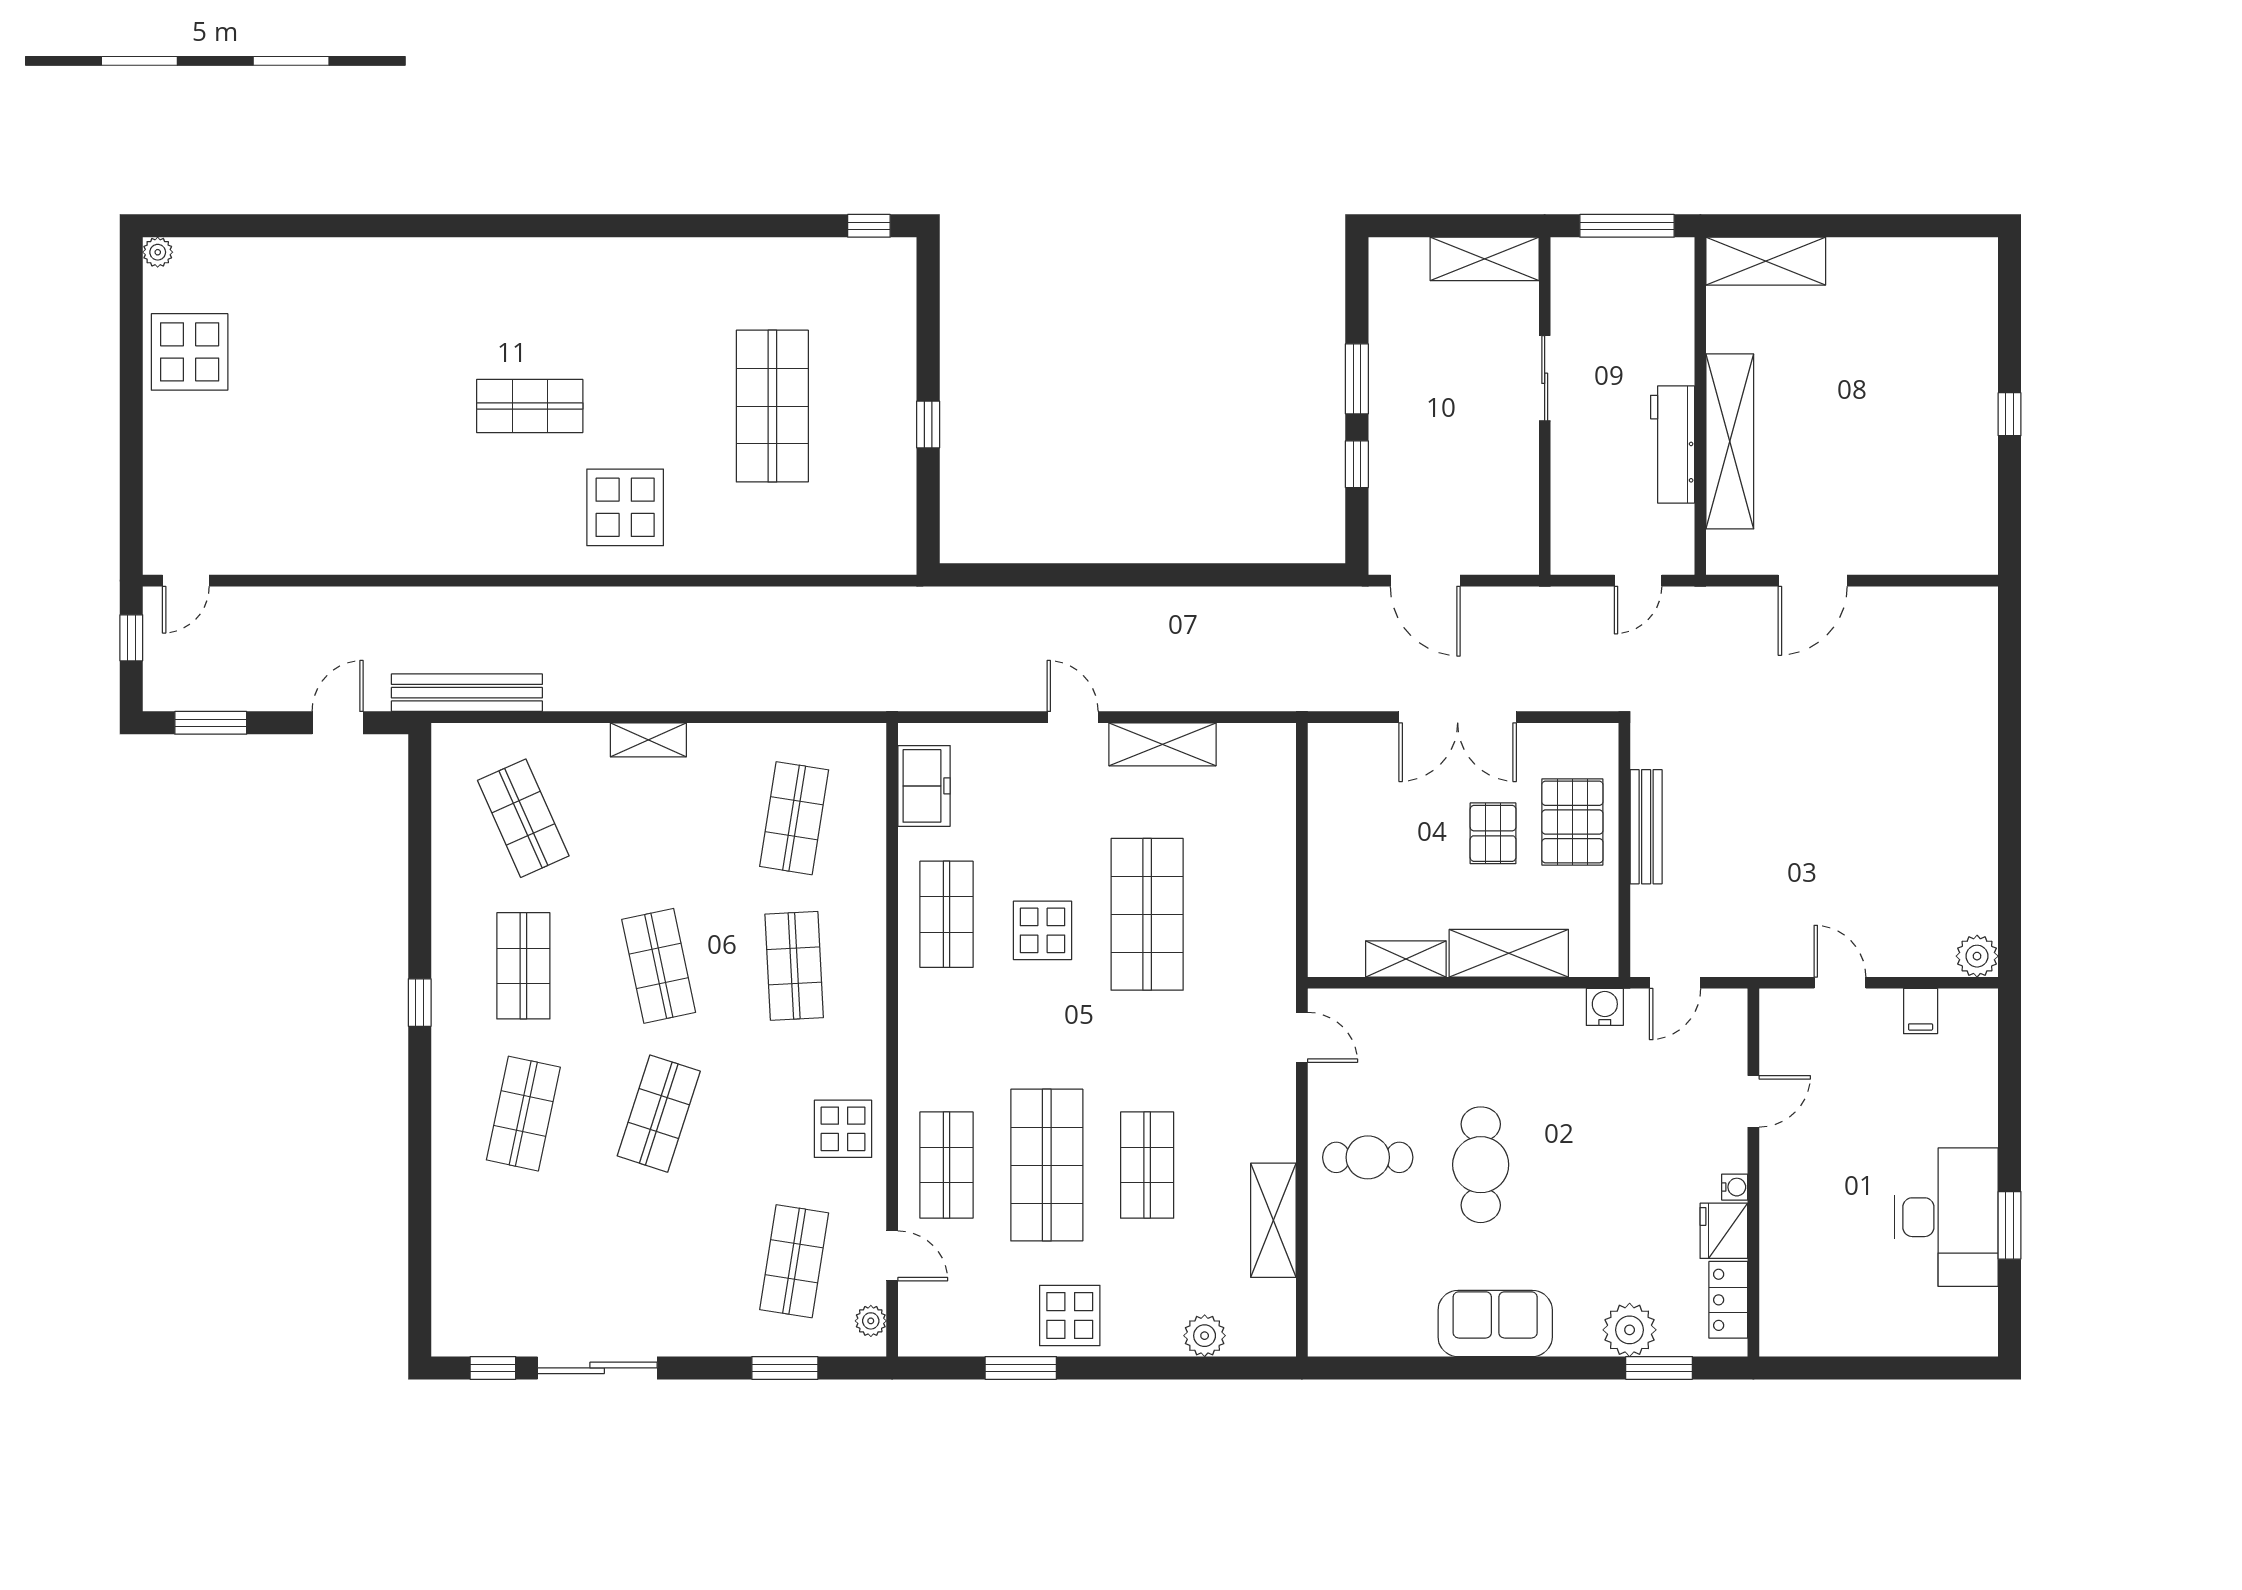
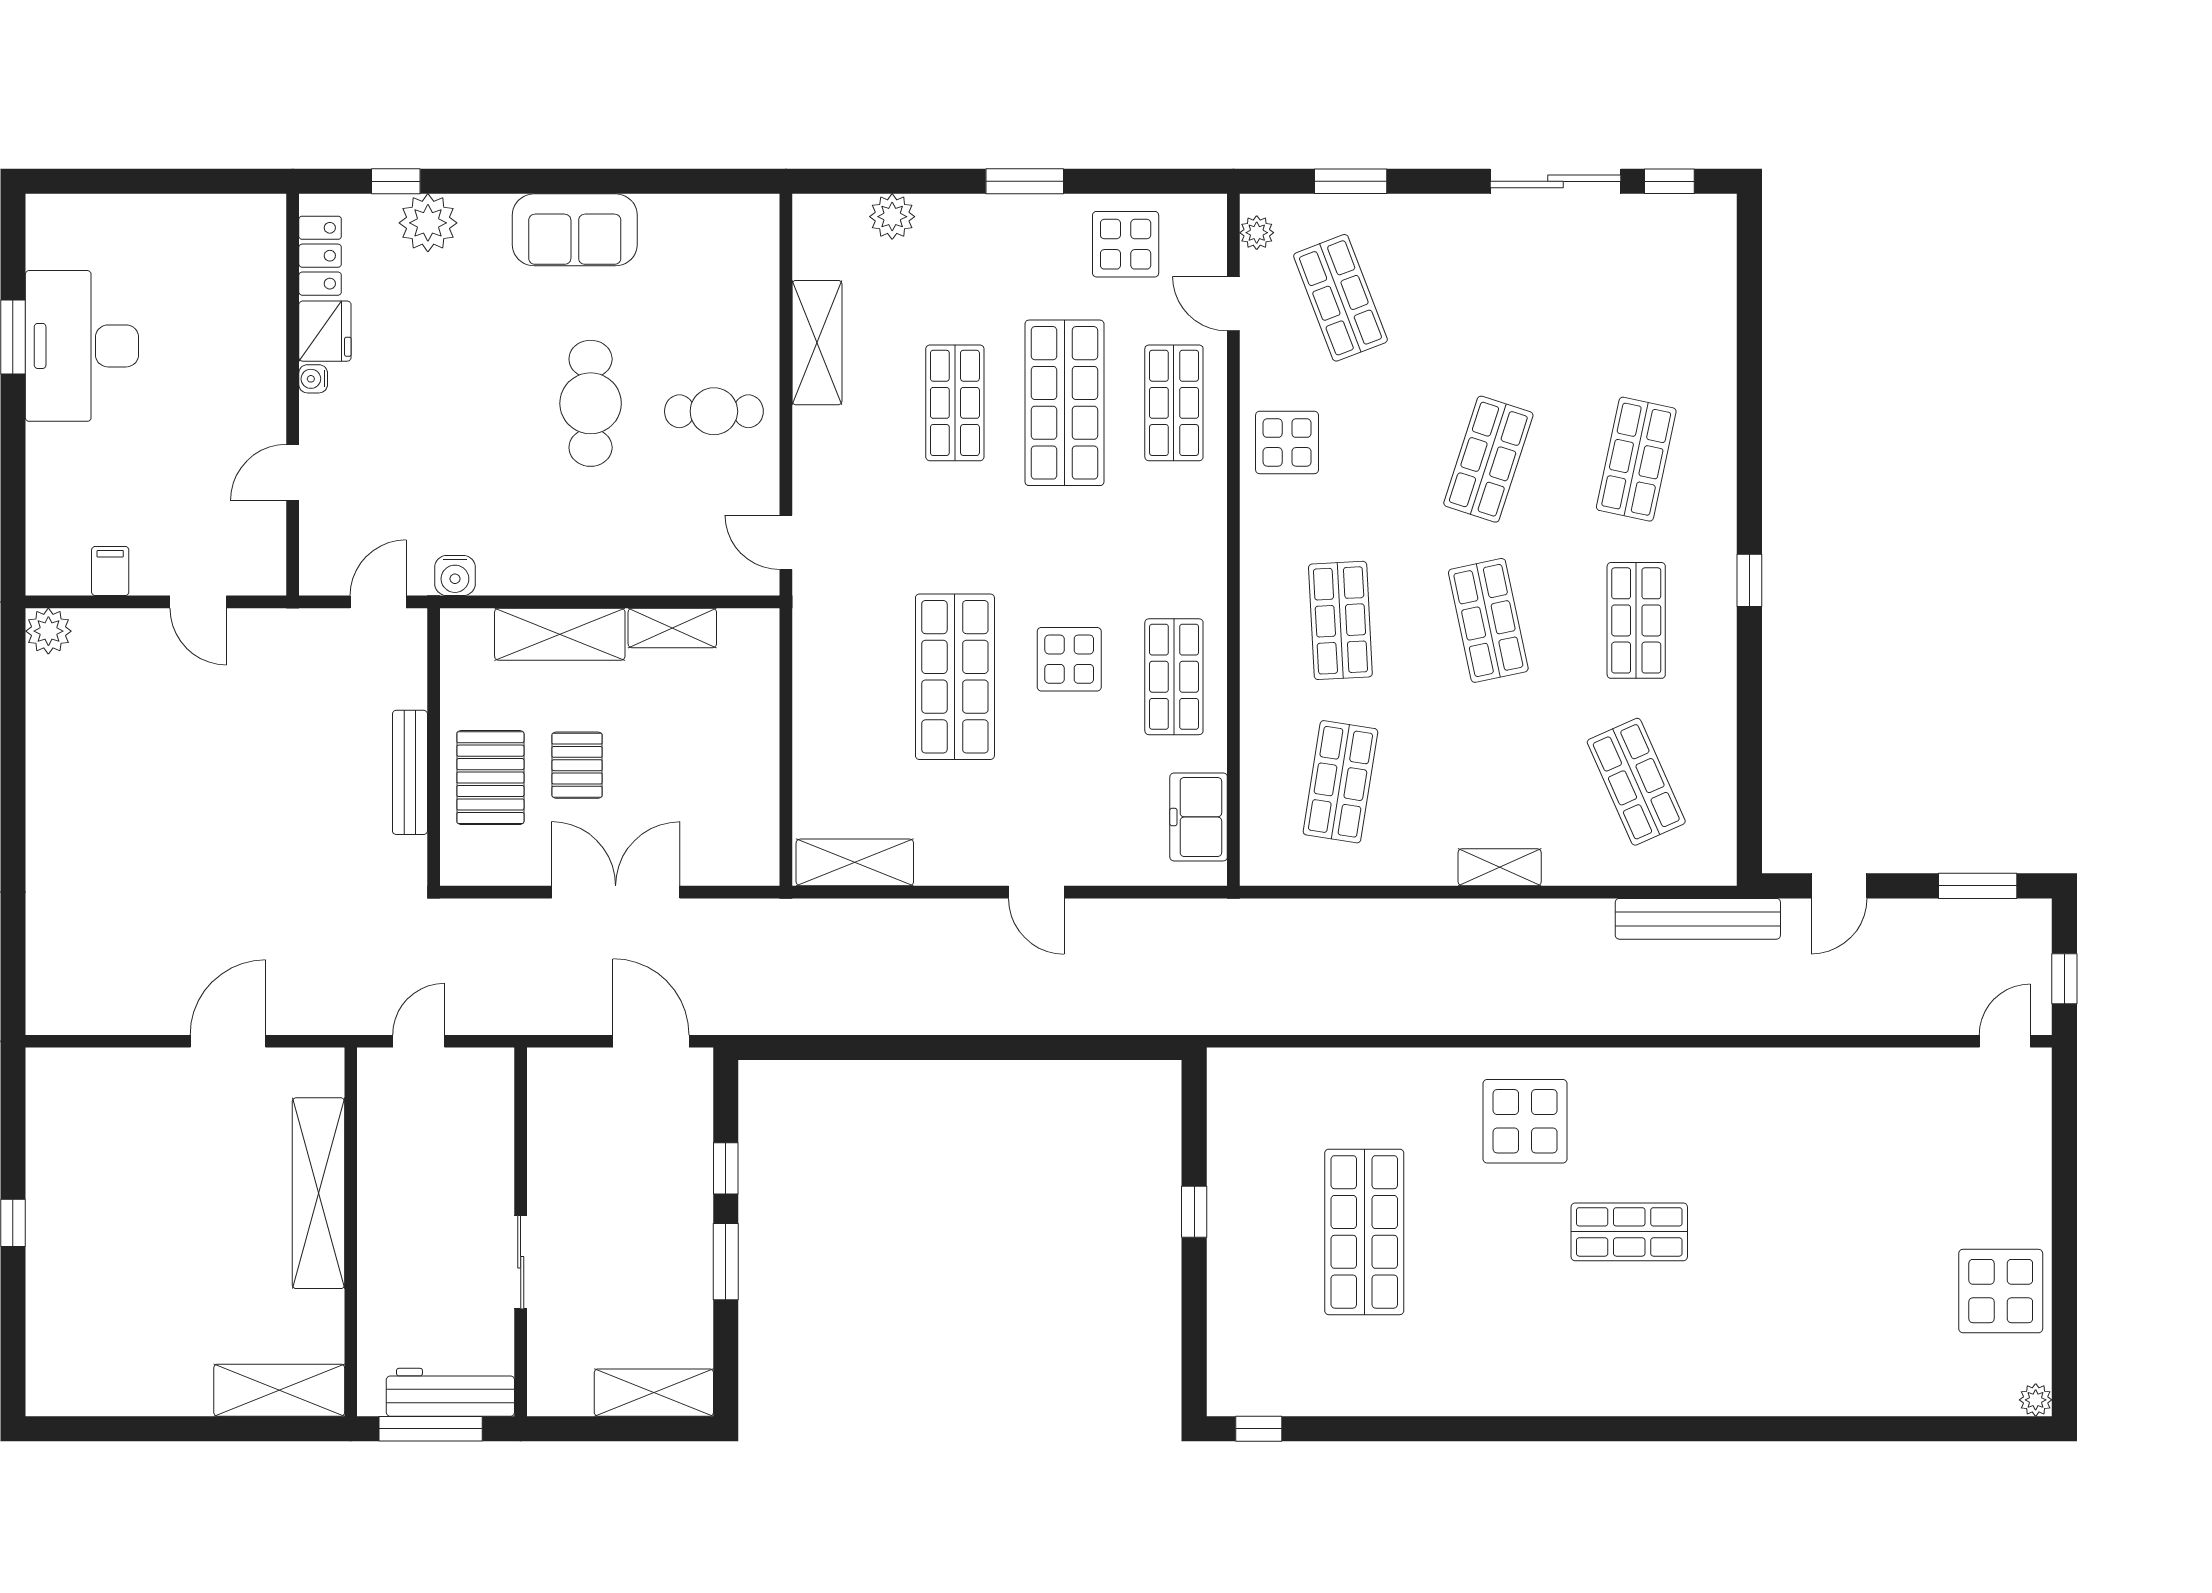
shelving: (1485, 259) -> (654, 1393), moved
workbench: (1673, 445) -> (450, 1392), moved, turned -90
shelving: (1162, 744) -> (855, 862), moved
shop shelf: (794, 1261) -> (1340, 298), turned -30
display table: (1070, 1315) -> (1126, 244), moved
window: (1021, 1368) -> (1025, 181), moved
window: (1659, 1368) -> (396, 181), width x0.67

